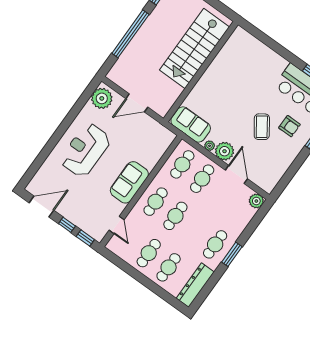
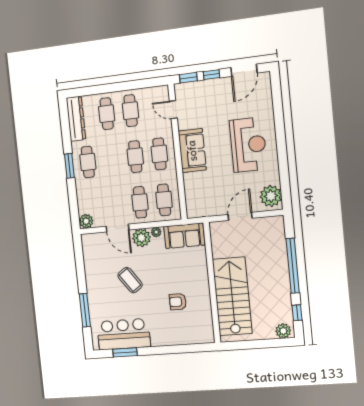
armchair: (289, 126) -> (178, 302), moved

